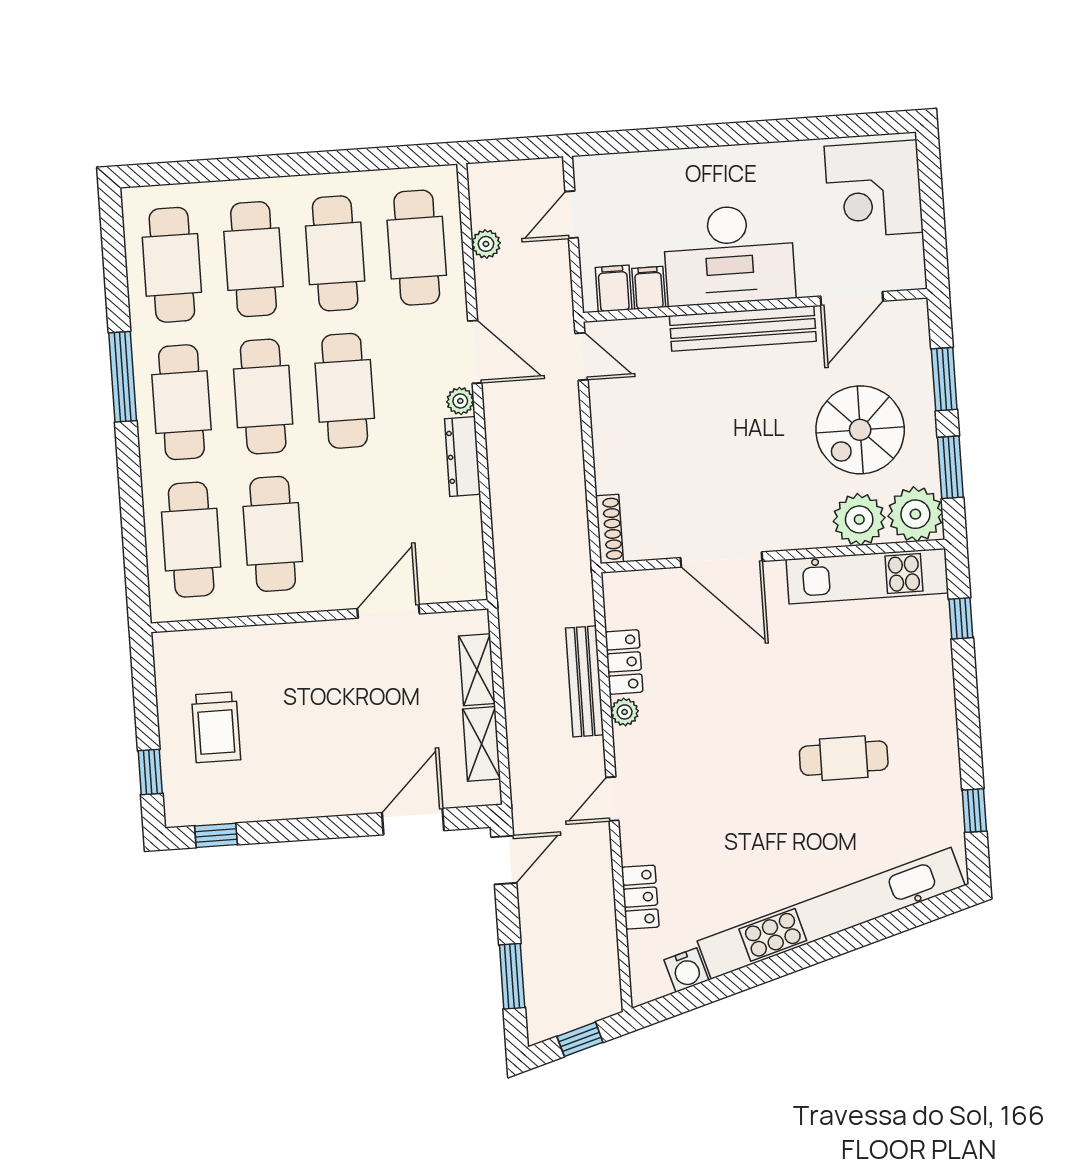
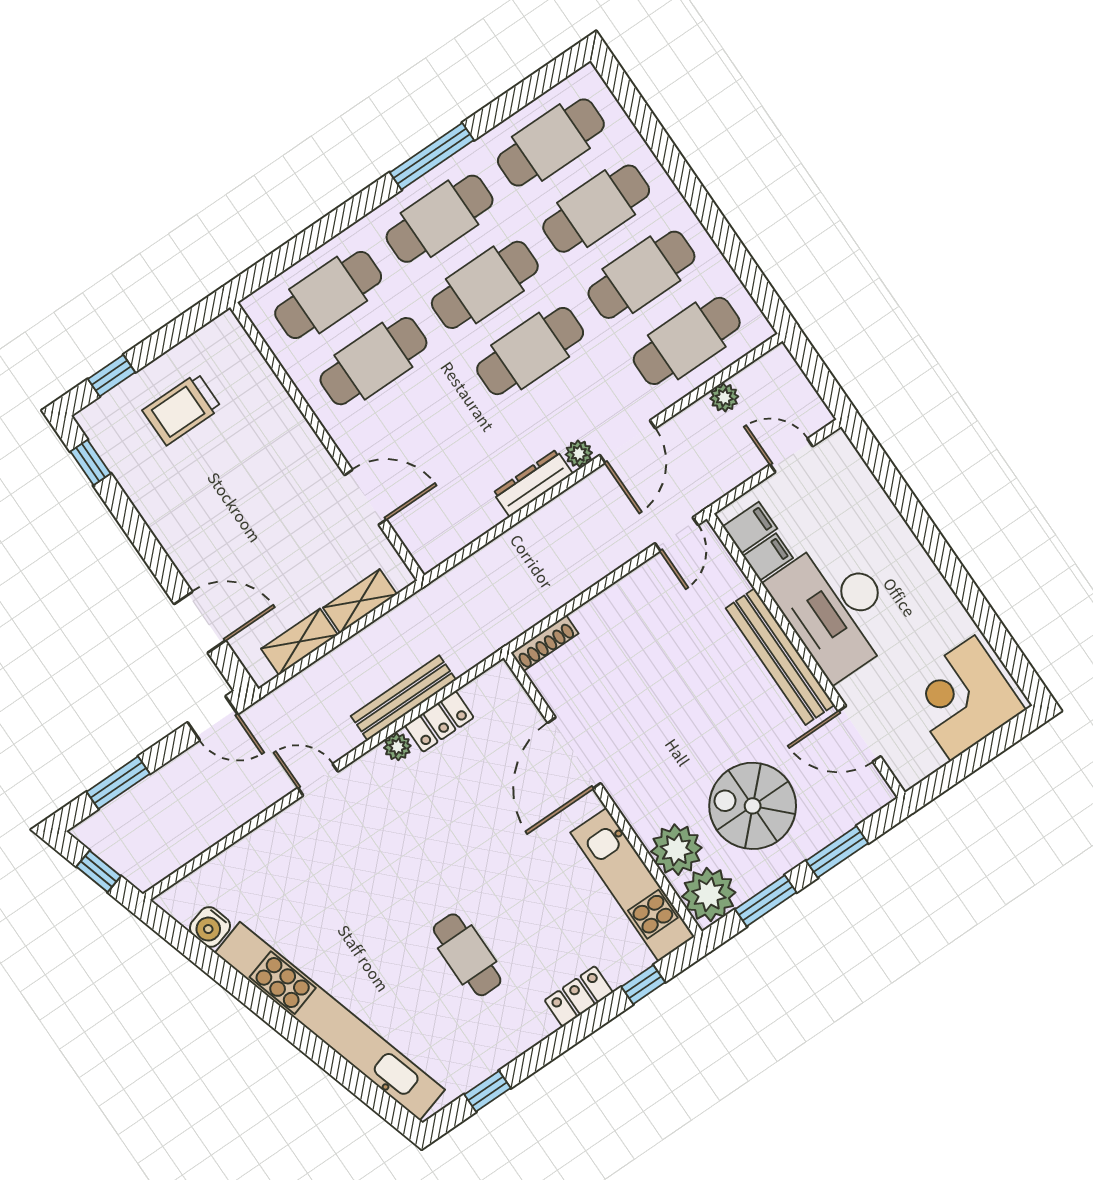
locker: (640, 897) -> (579, 996), moved, turned 180

